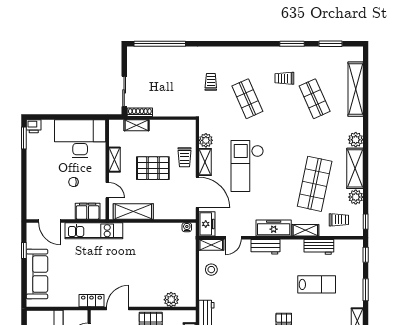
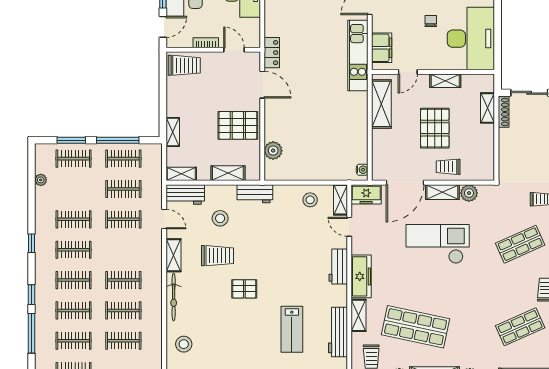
chair: (73, 182) -> (431, 21), moved
workbench: (319, 247) -> (338, 332), width x1.38

